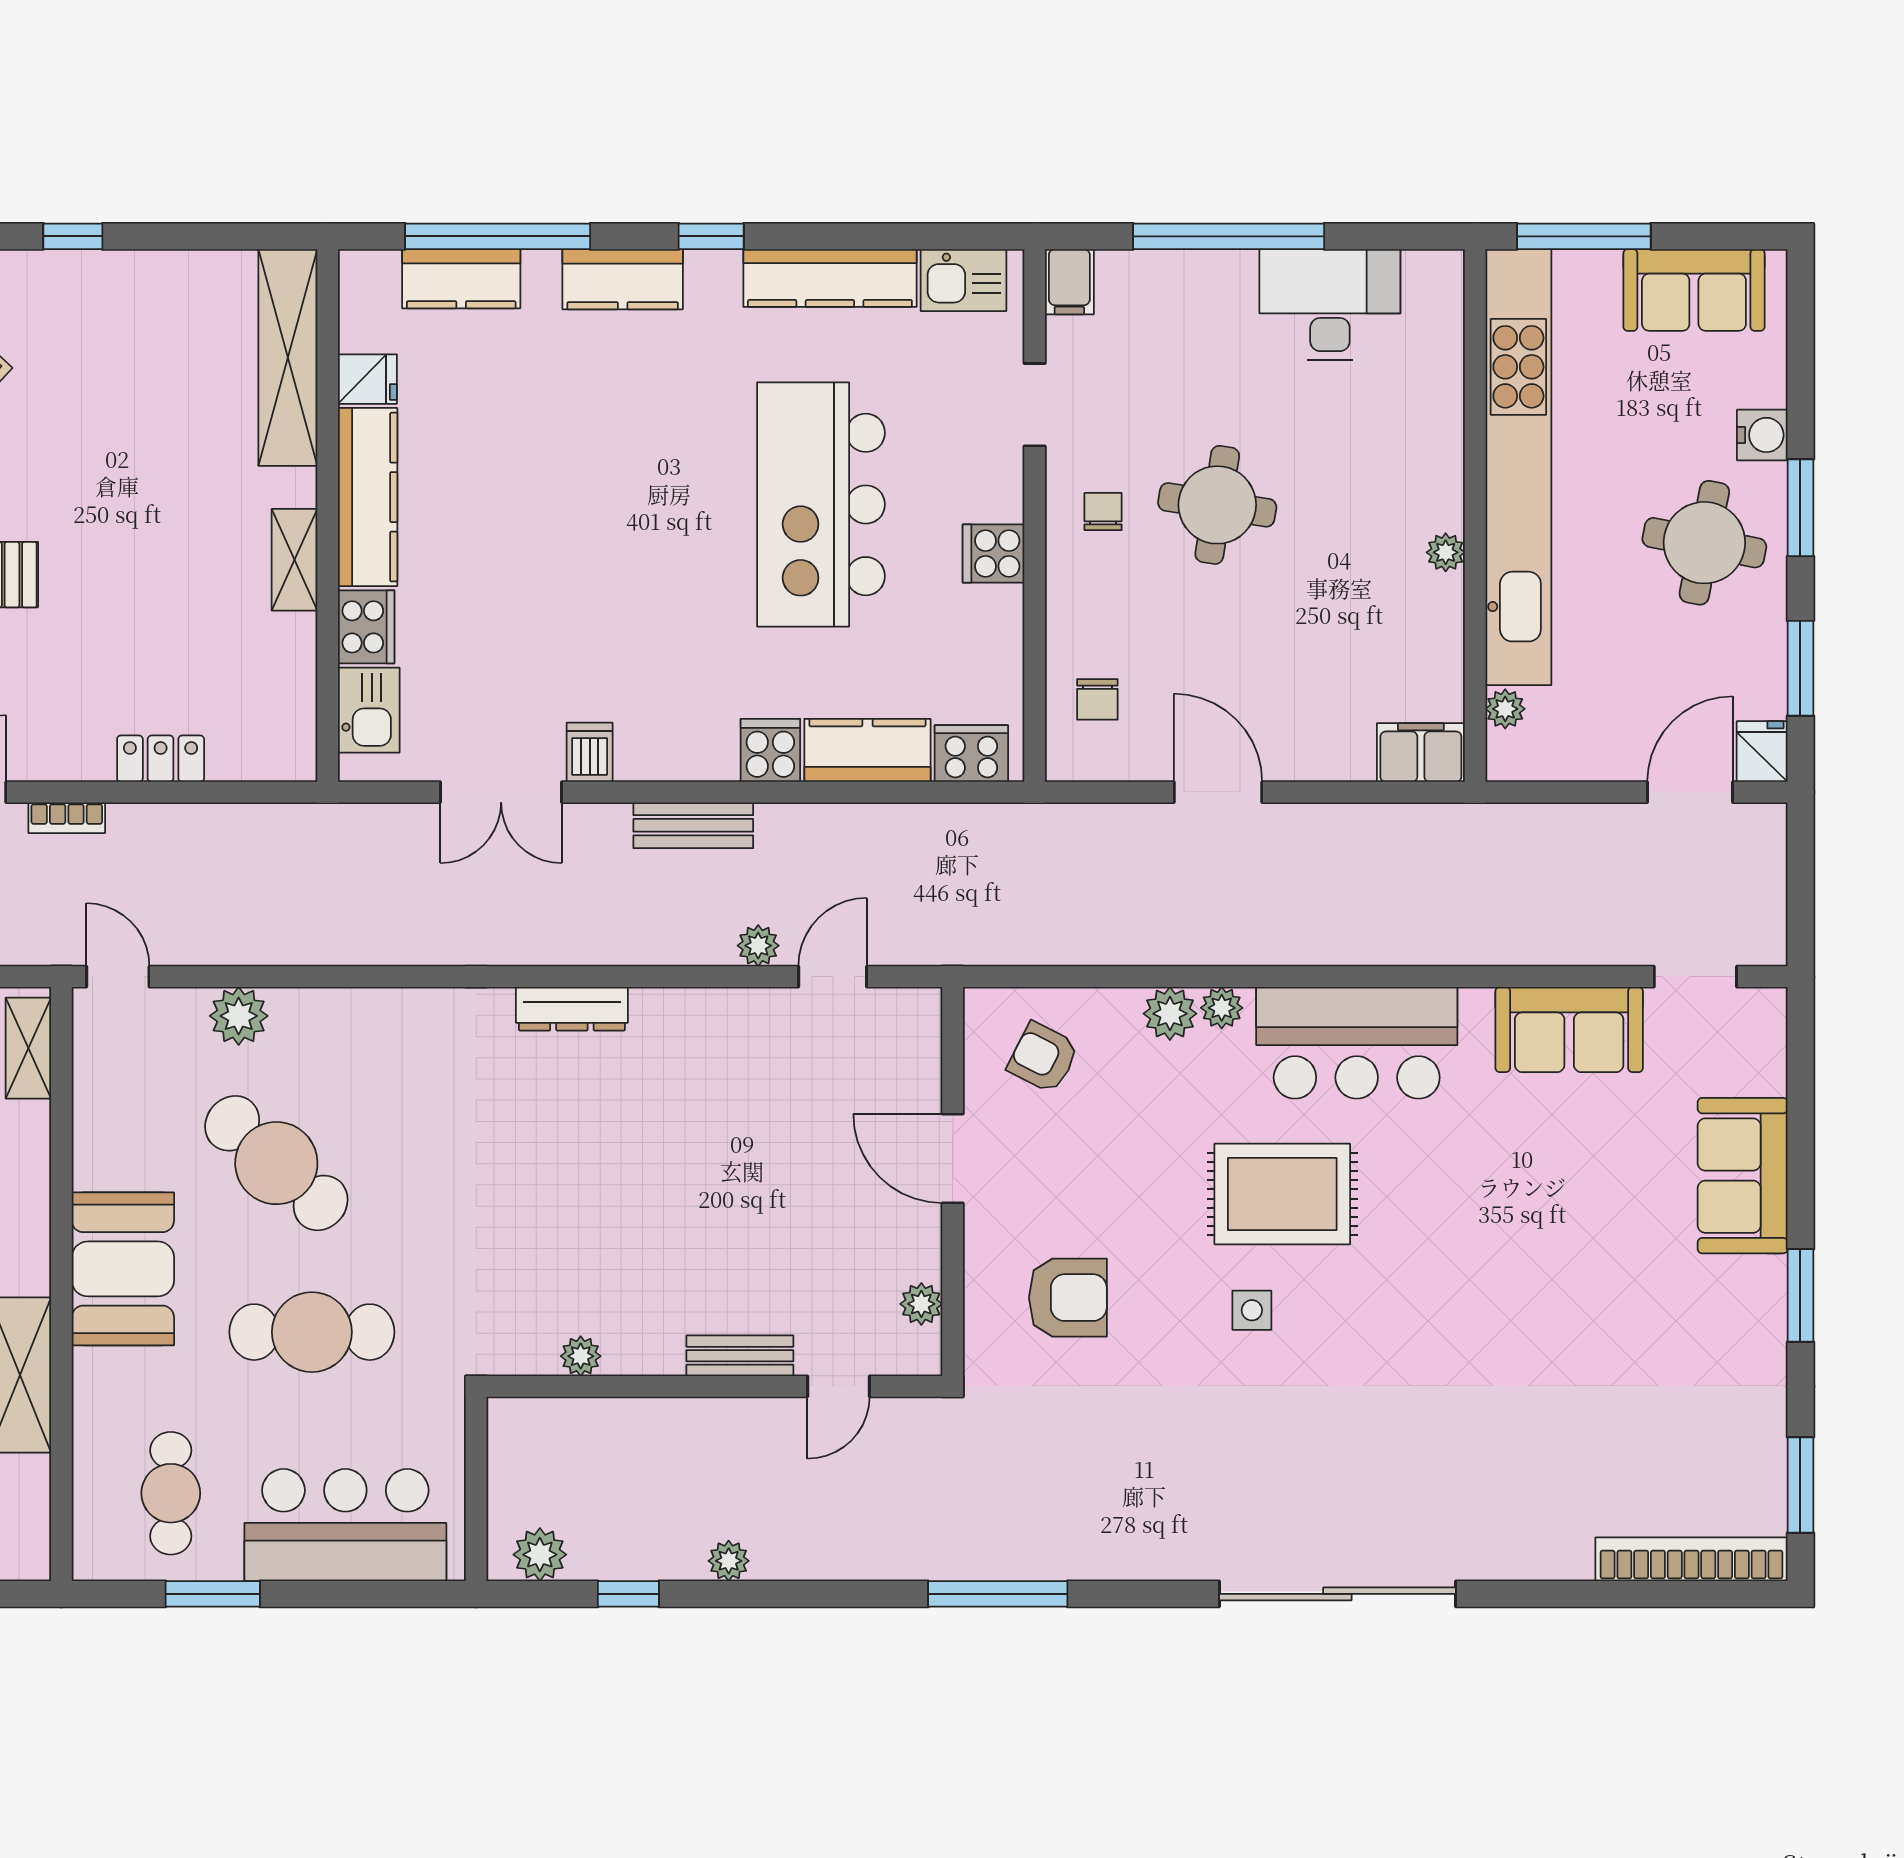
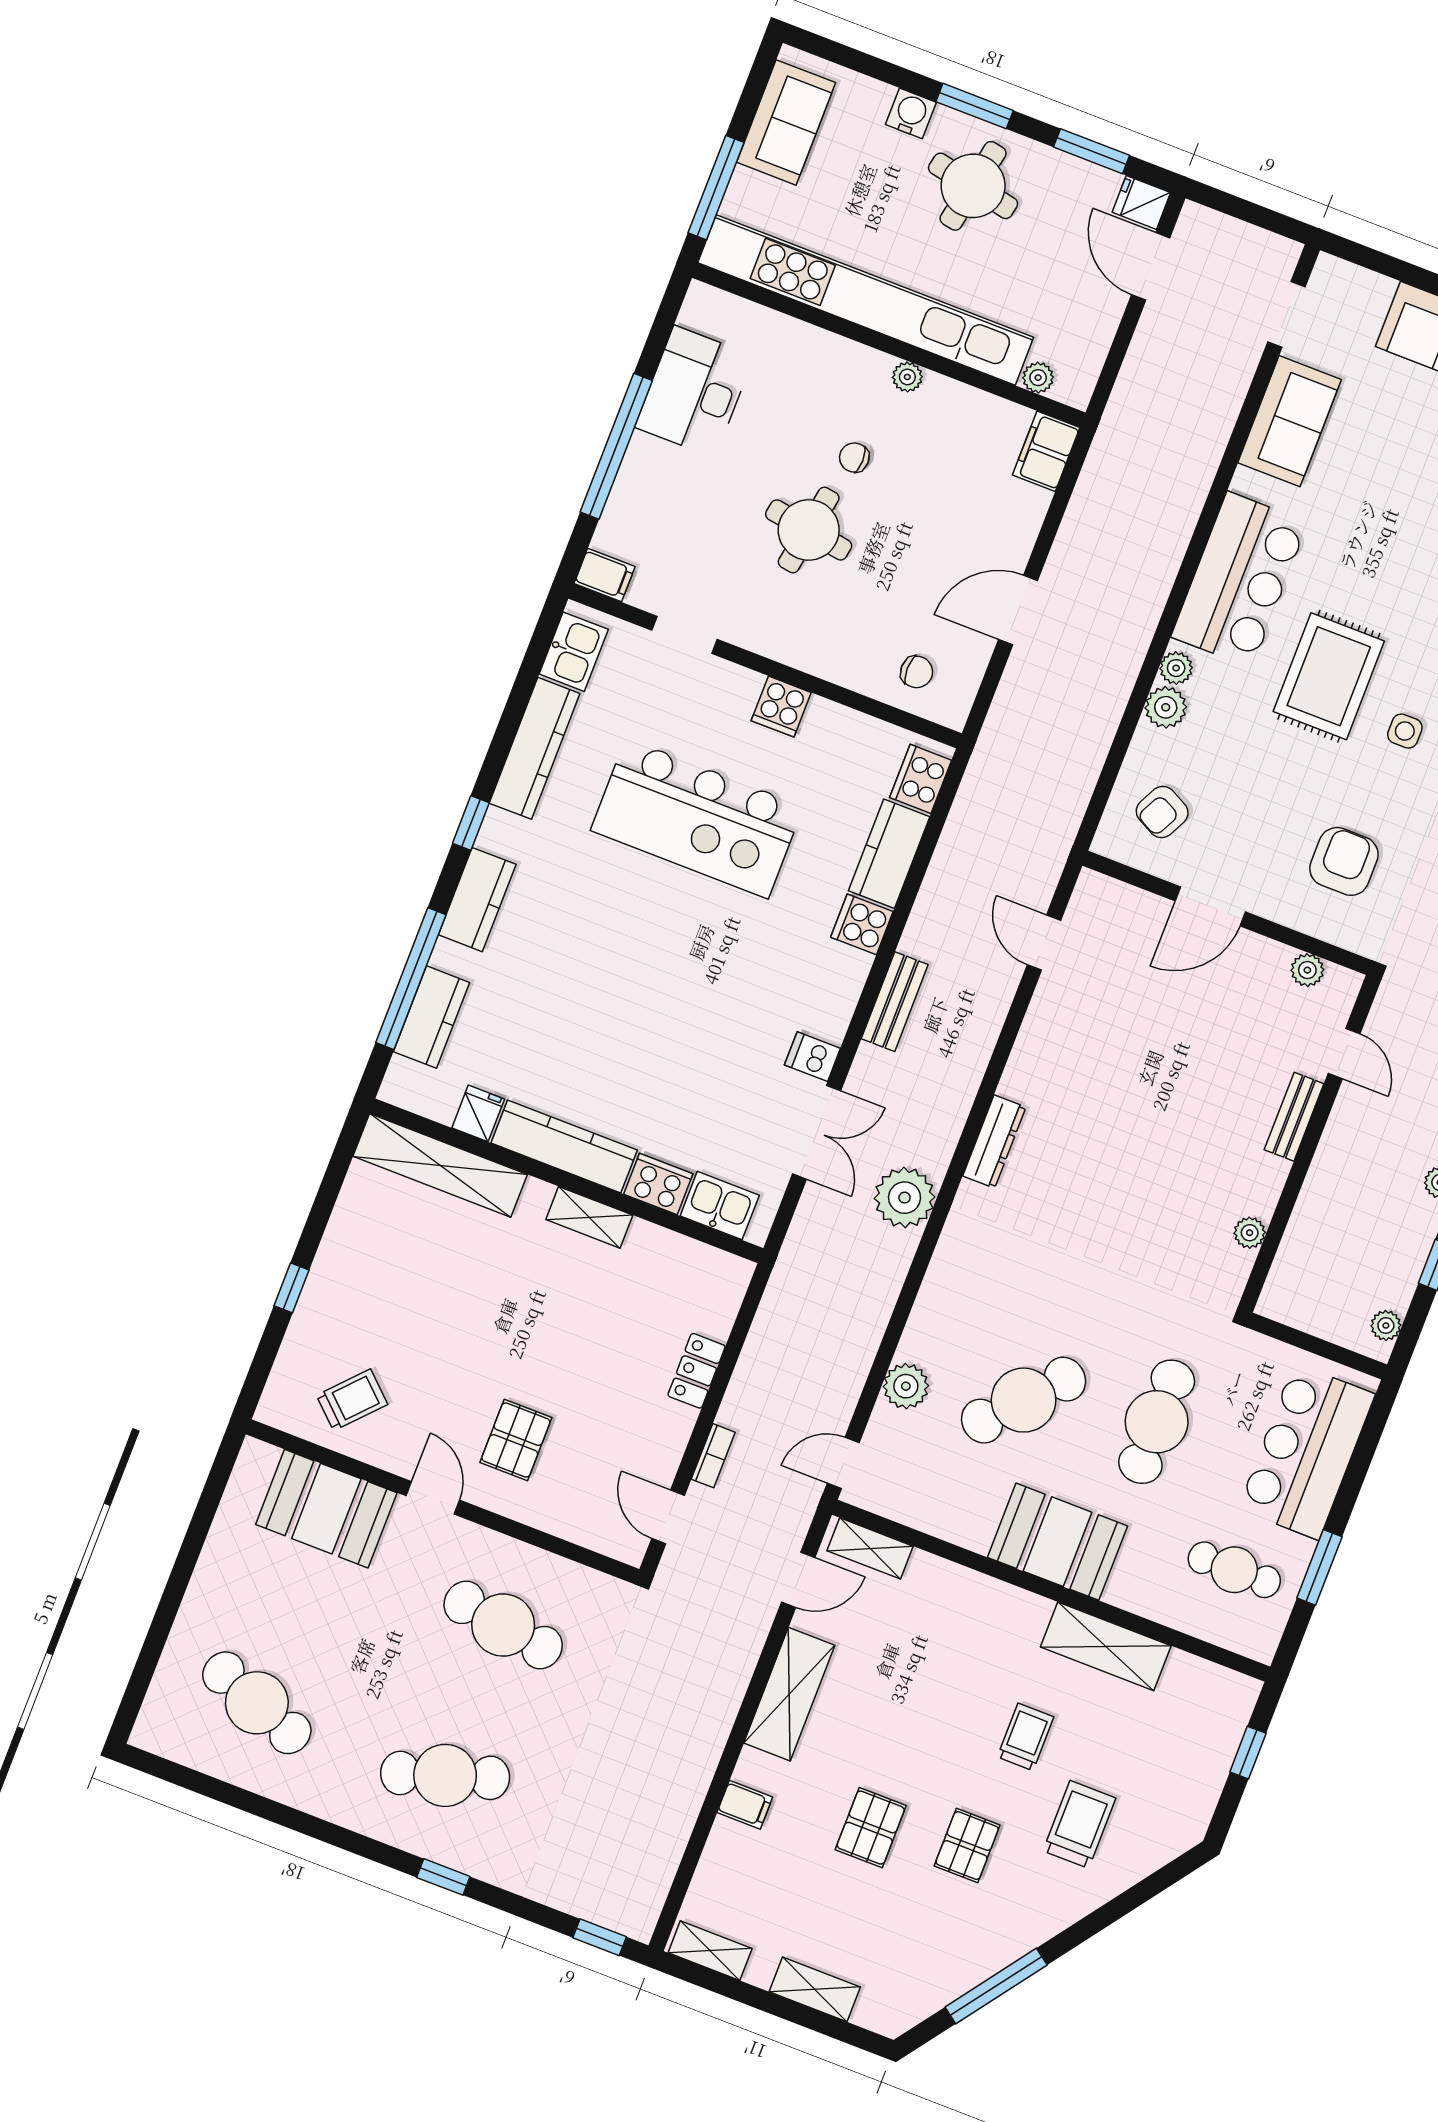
chair: (1103, 512) -> (854, 458), moved
plant: (758, 946) -> (905, 1198), moved, width x1.88, depth x1.88
plant: (540, 1555) -> (1386, 1326), width x0.73, depth x0.73

